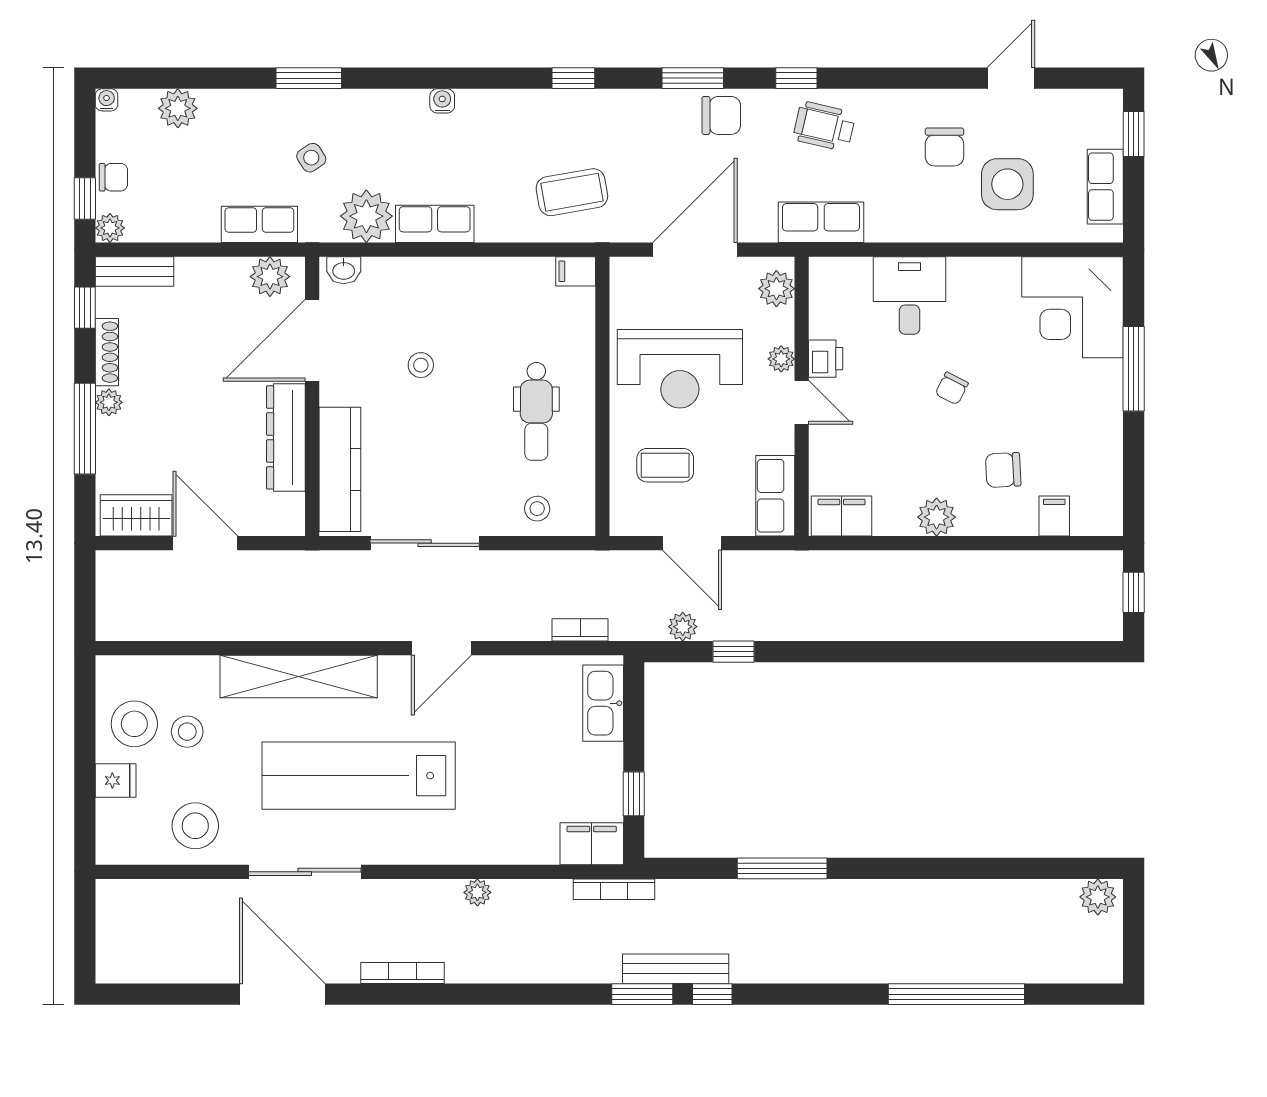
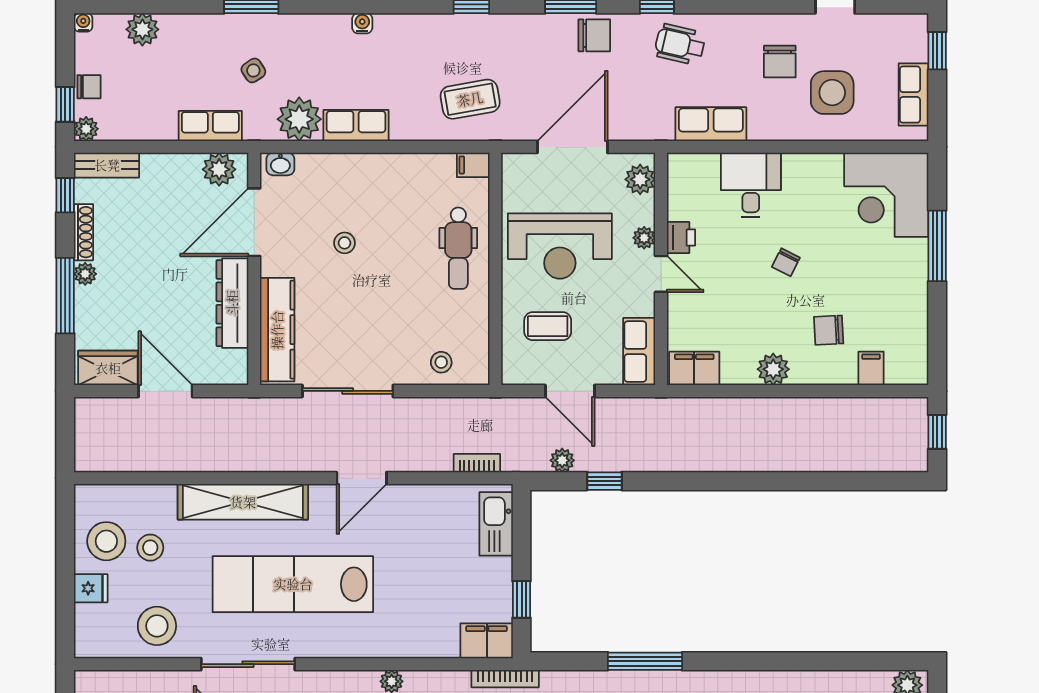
row of seats: (821, 222) -> (711, 124), moved
dental chair: (536, 411) -> (458, 248), moved

